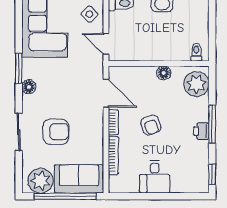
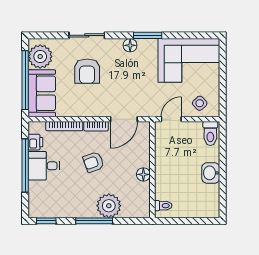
plant: (196, 84) -> (109, 206), moved
printer: (201, 131) -> (35, 142), moved, turned 90
window: (154, 196) -> (25, 165), added

